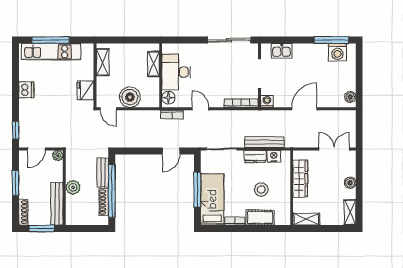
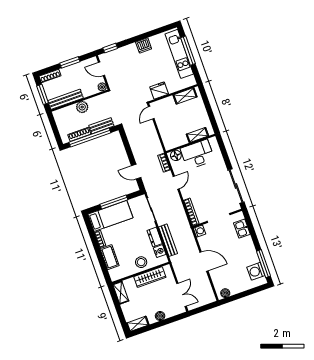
boiler: (130, 97) -> (166, 126), removed
stool: (261, 189) -> (141, 262), moved

